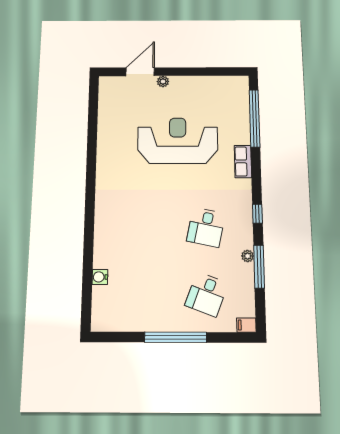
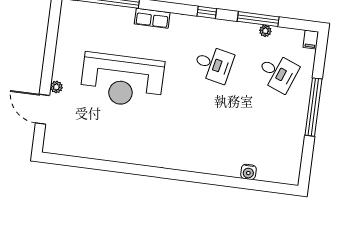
reception desk: (178, 141) -> (122, 80), turned -90
plant: (248, 256) -> (265, 31), moved

